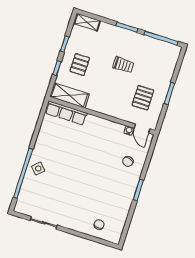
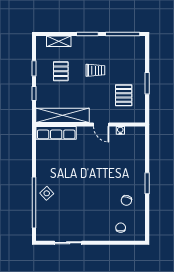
shelving: (87, 22) -> (59, 41), moved
pallet: (80, 65) -> (61, 71), moved
shelving: (69, 95) -> (62, 115), width x1.47
door: (142, 128) -> (101, 124), moved
chair: (128, 161) -> (126, 200), moved

